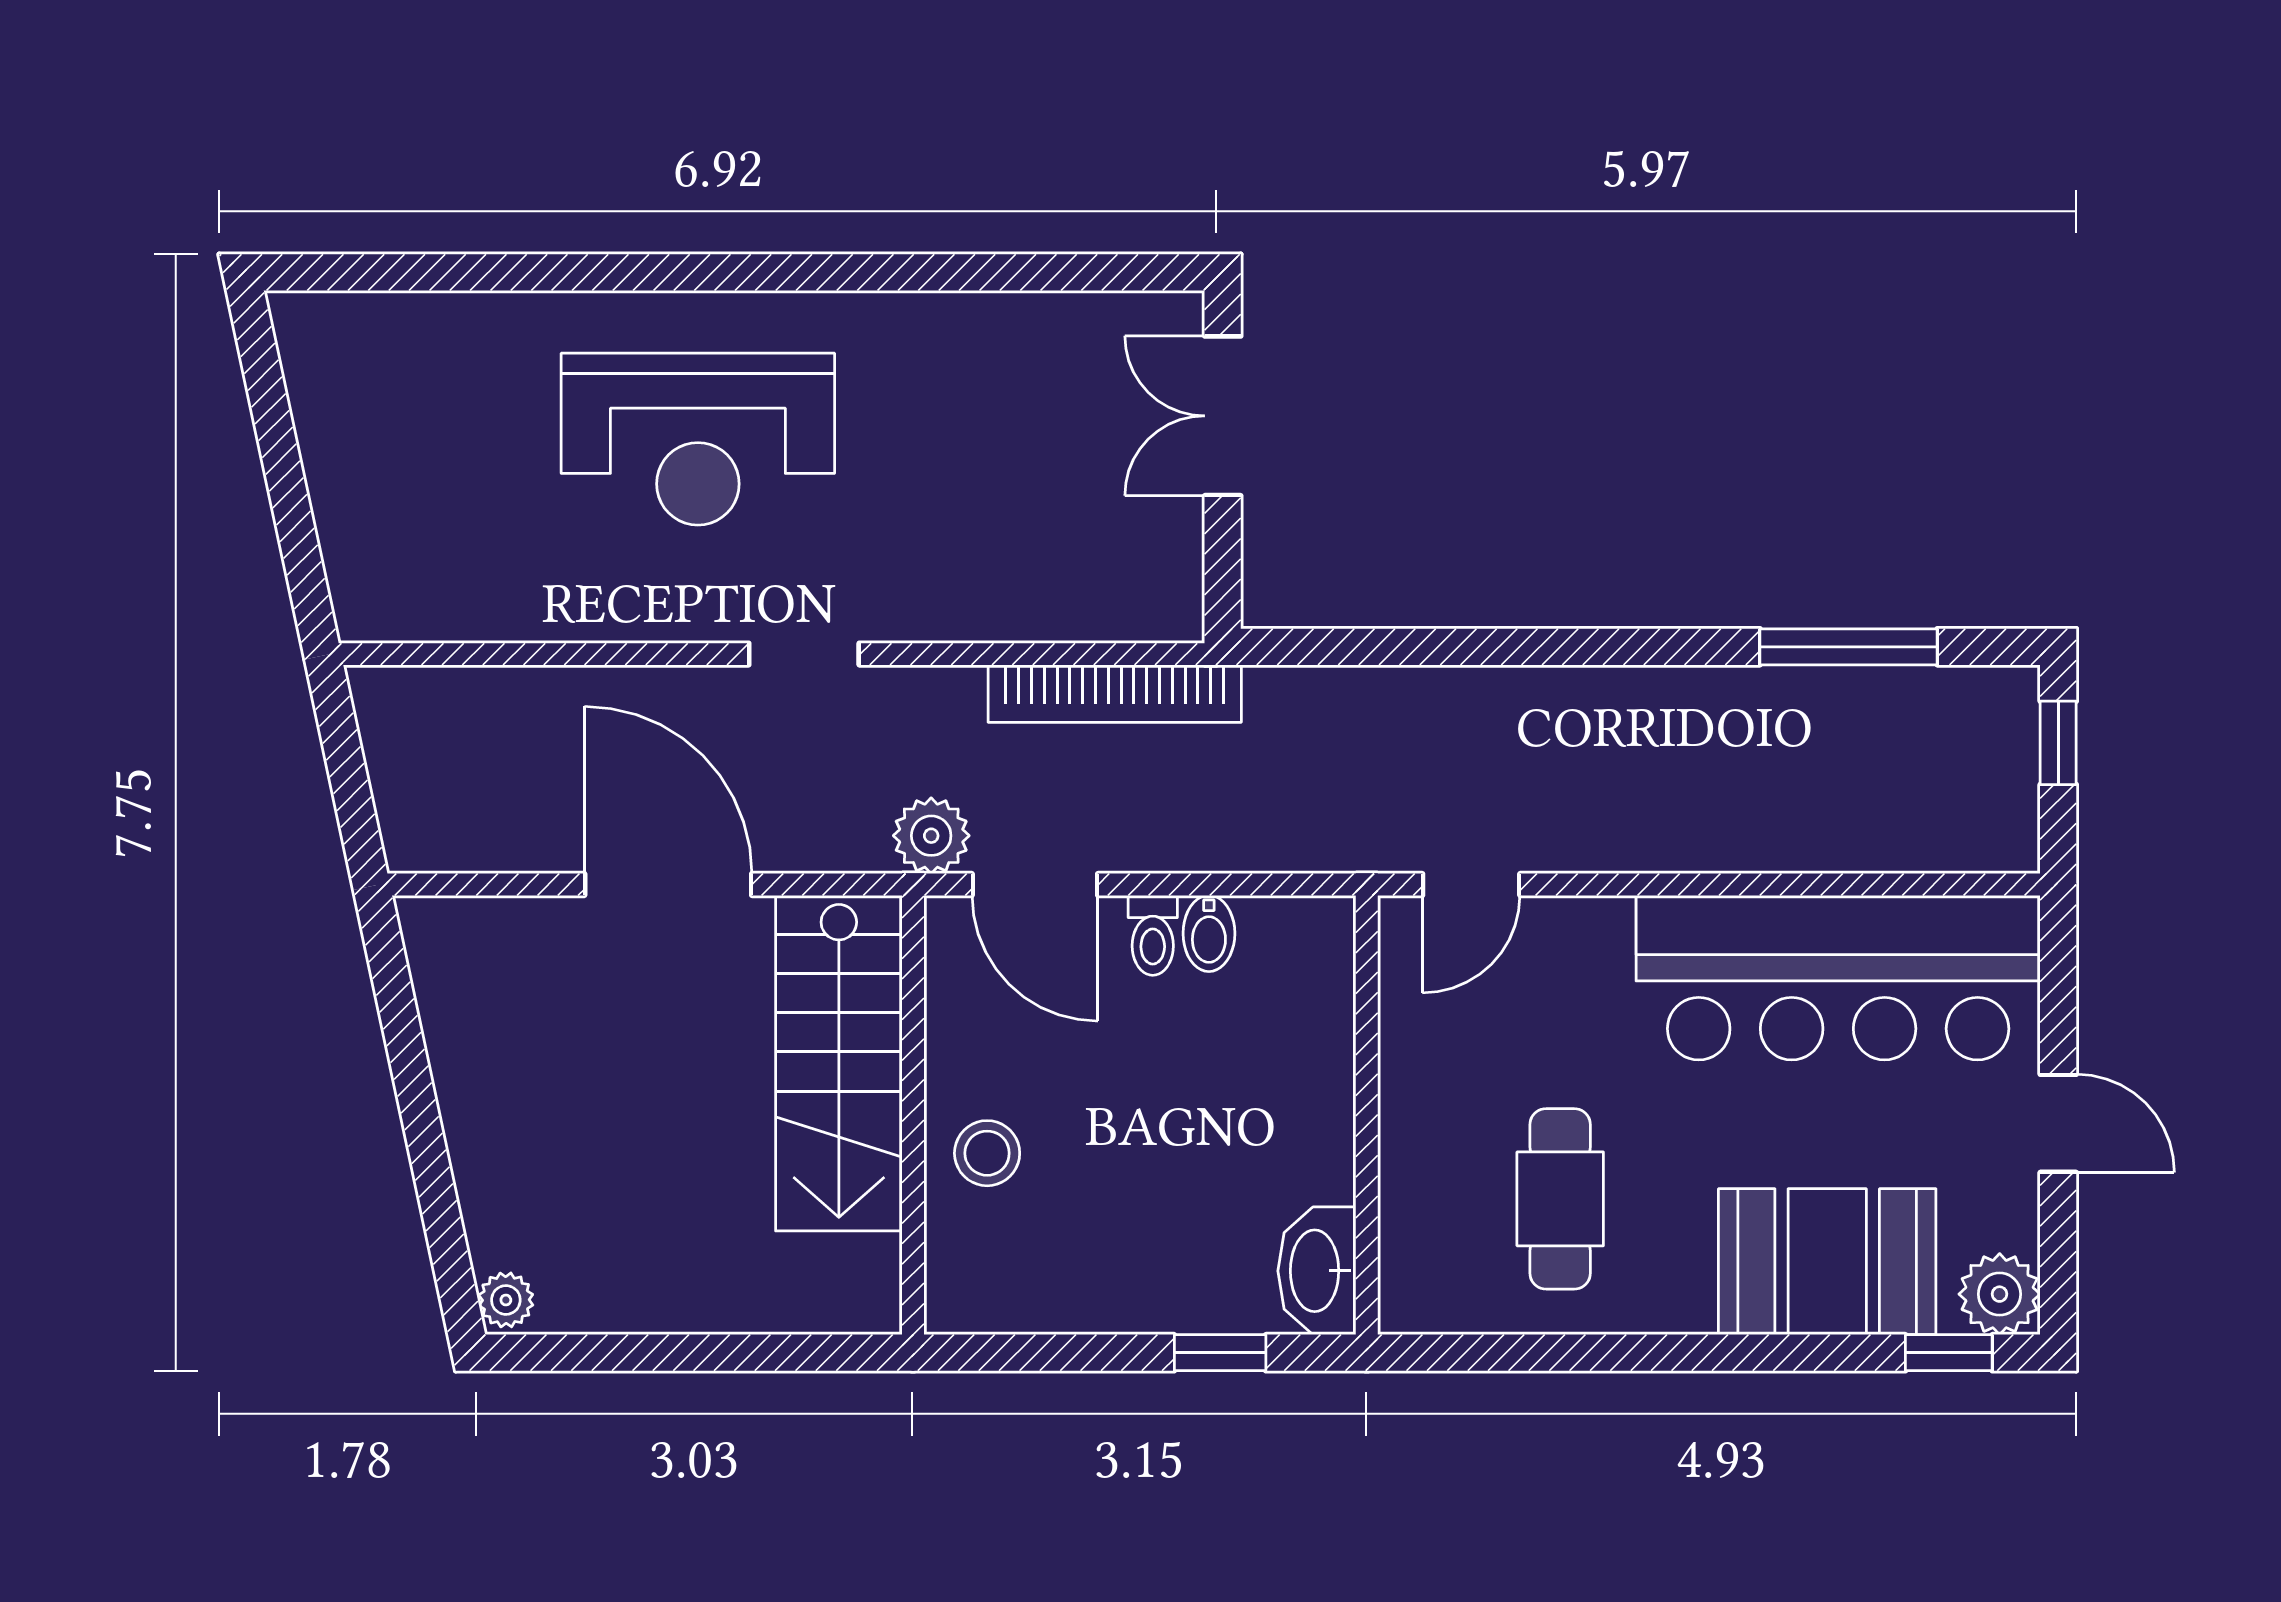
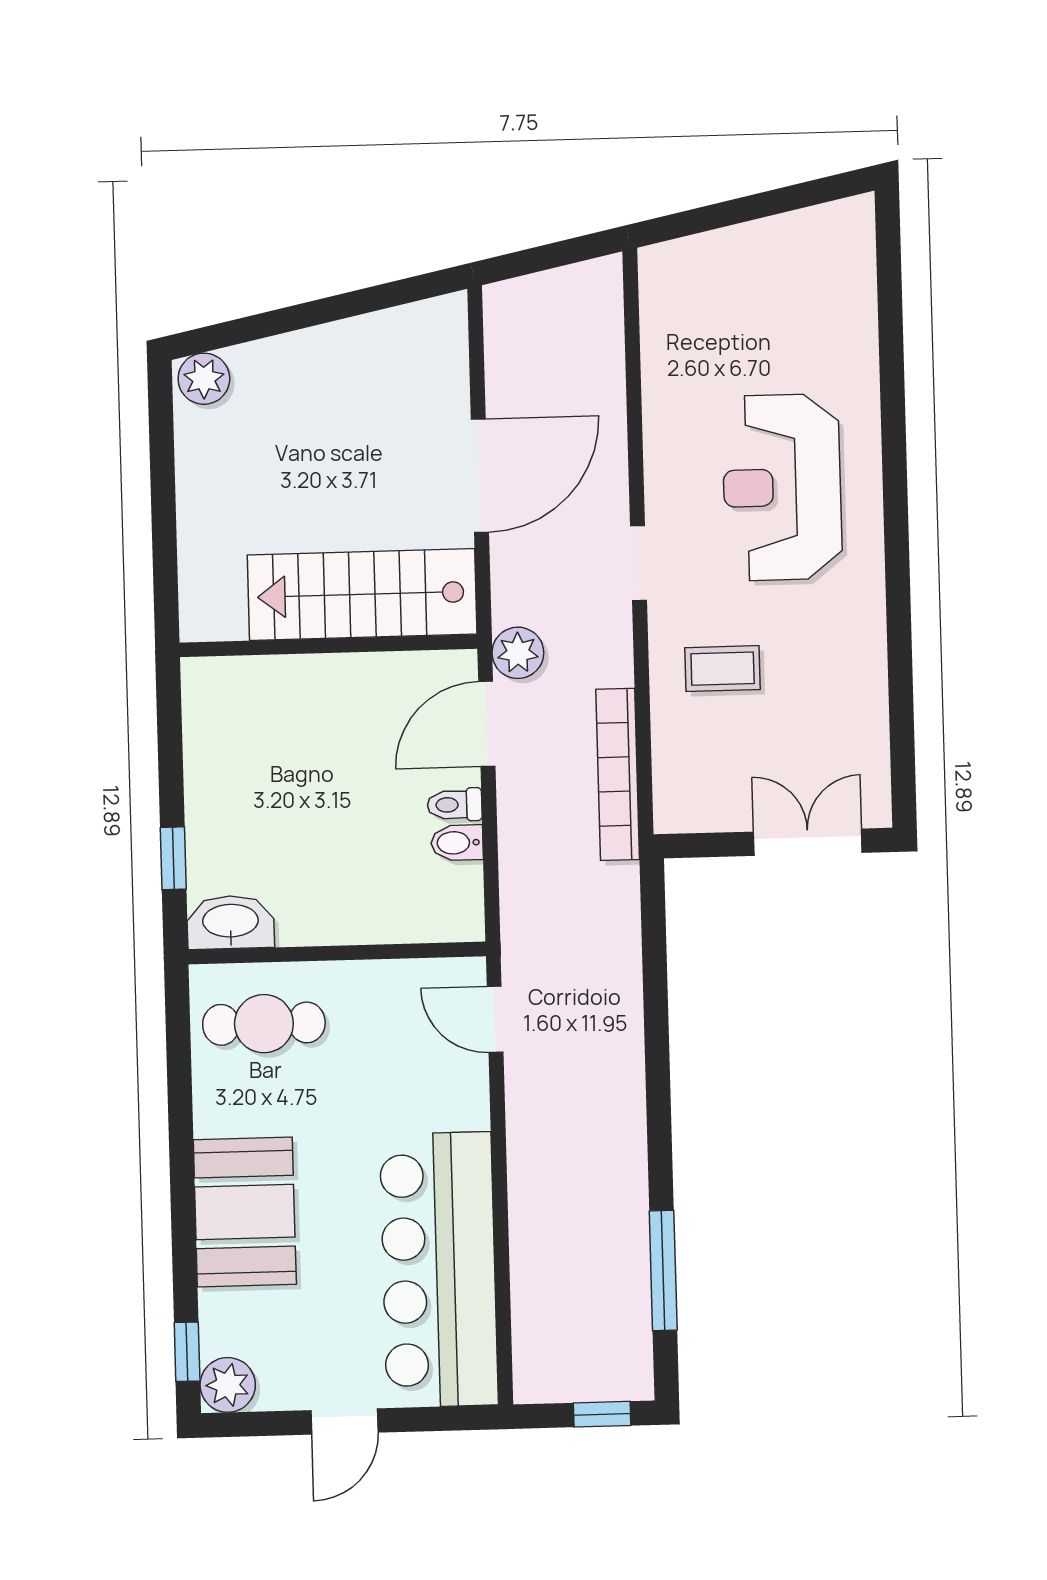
coffee table: (963, 534) -> (723, 669), added
stool: (987, 1153) -> (304, 697), removed
cafe table: (1560, 1199) -> (264, 1024), moved
booth: (1827, 1262) -> (245, 1212), moved
plant: (506, 1300) -> (204, 379), width x1.38, depth x1.38

